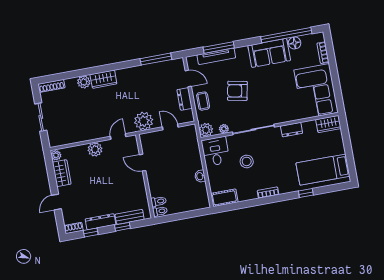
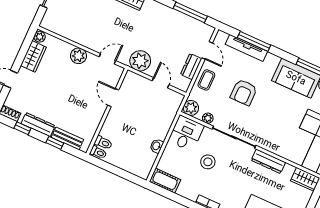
armchair: (237, 91) -> (244, 92), turned -101
dresser: (292, 130) -> (268, 161), width x1.44

